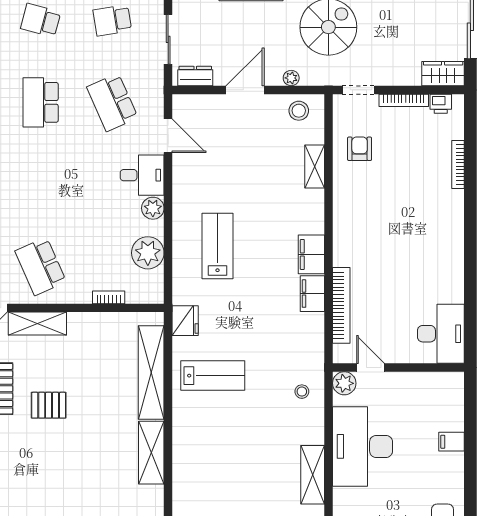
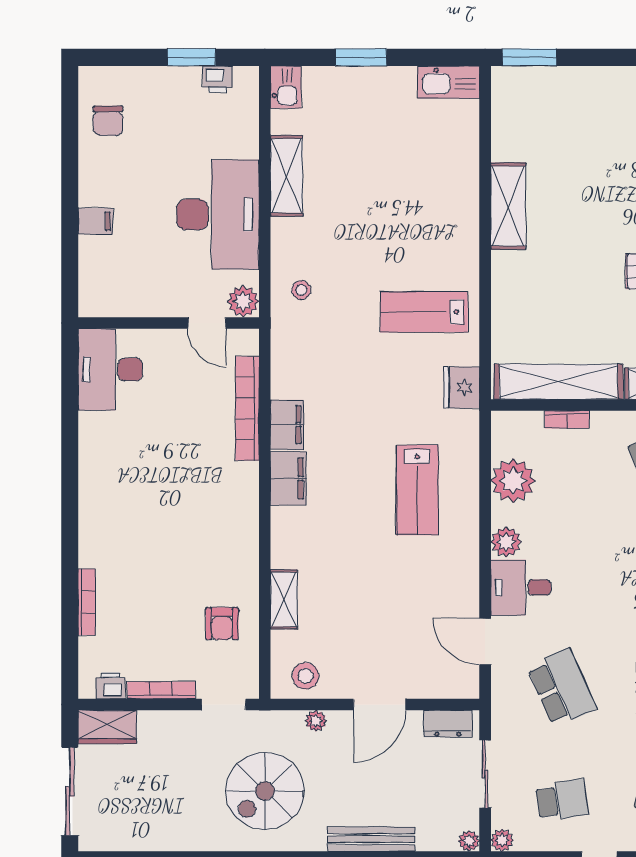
shelving: (151, 373) -> (558, 382), moved, turned 90

